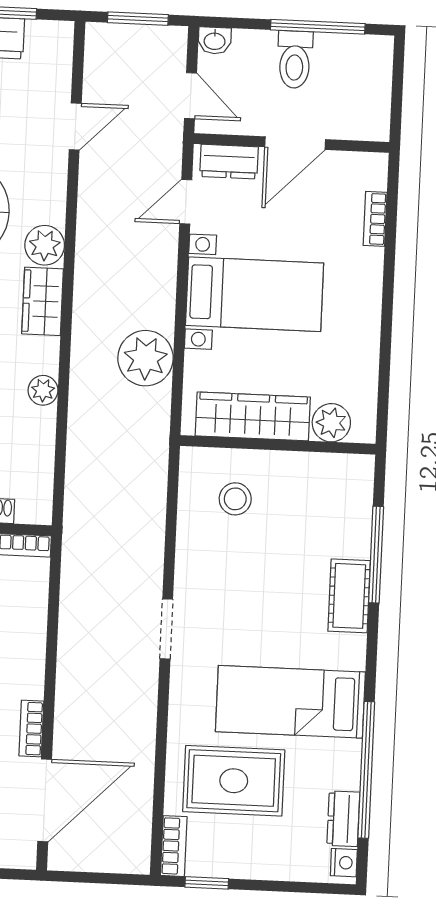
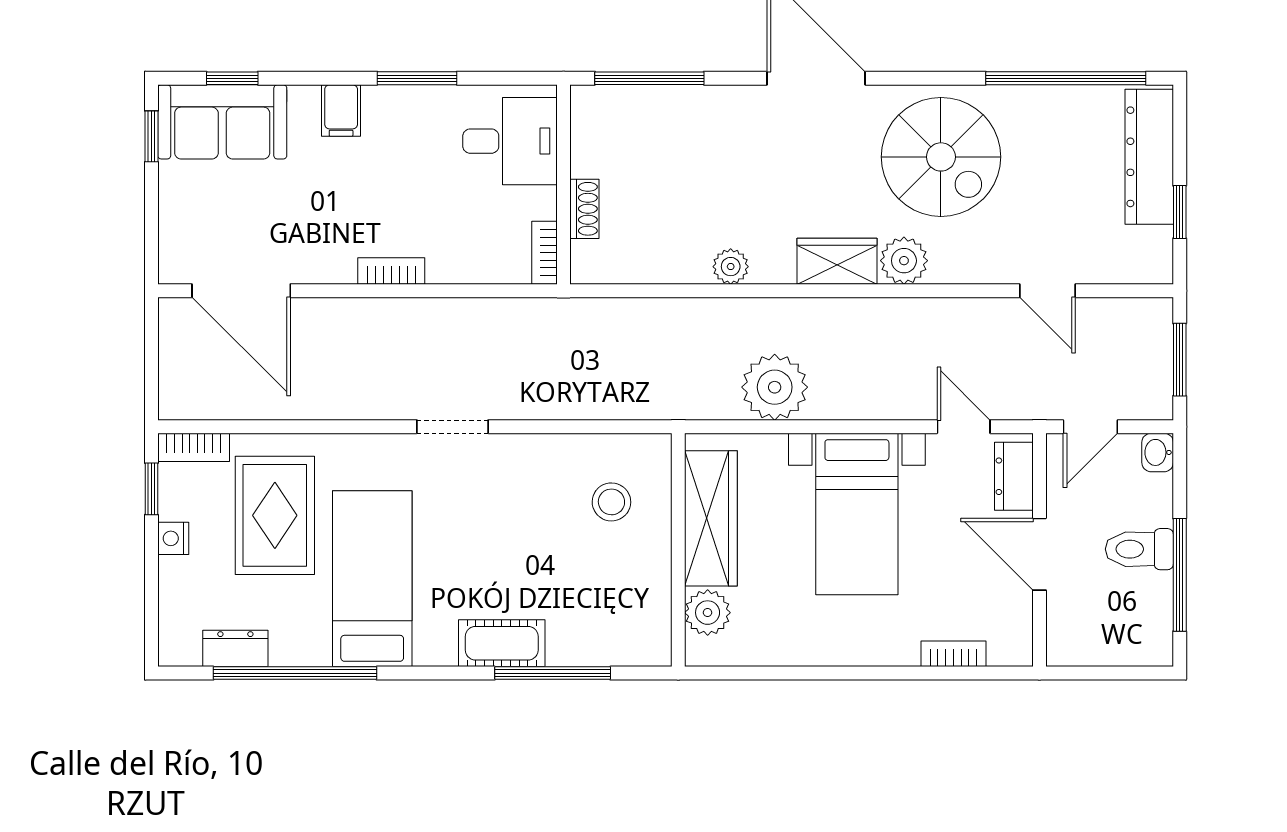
bookcase: (31, 728) -> (391, 271), moved
nightstand: (344, 863) -> (173, 538), moved, turned 90

